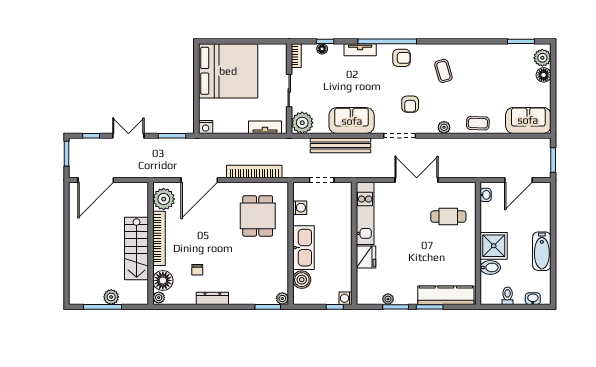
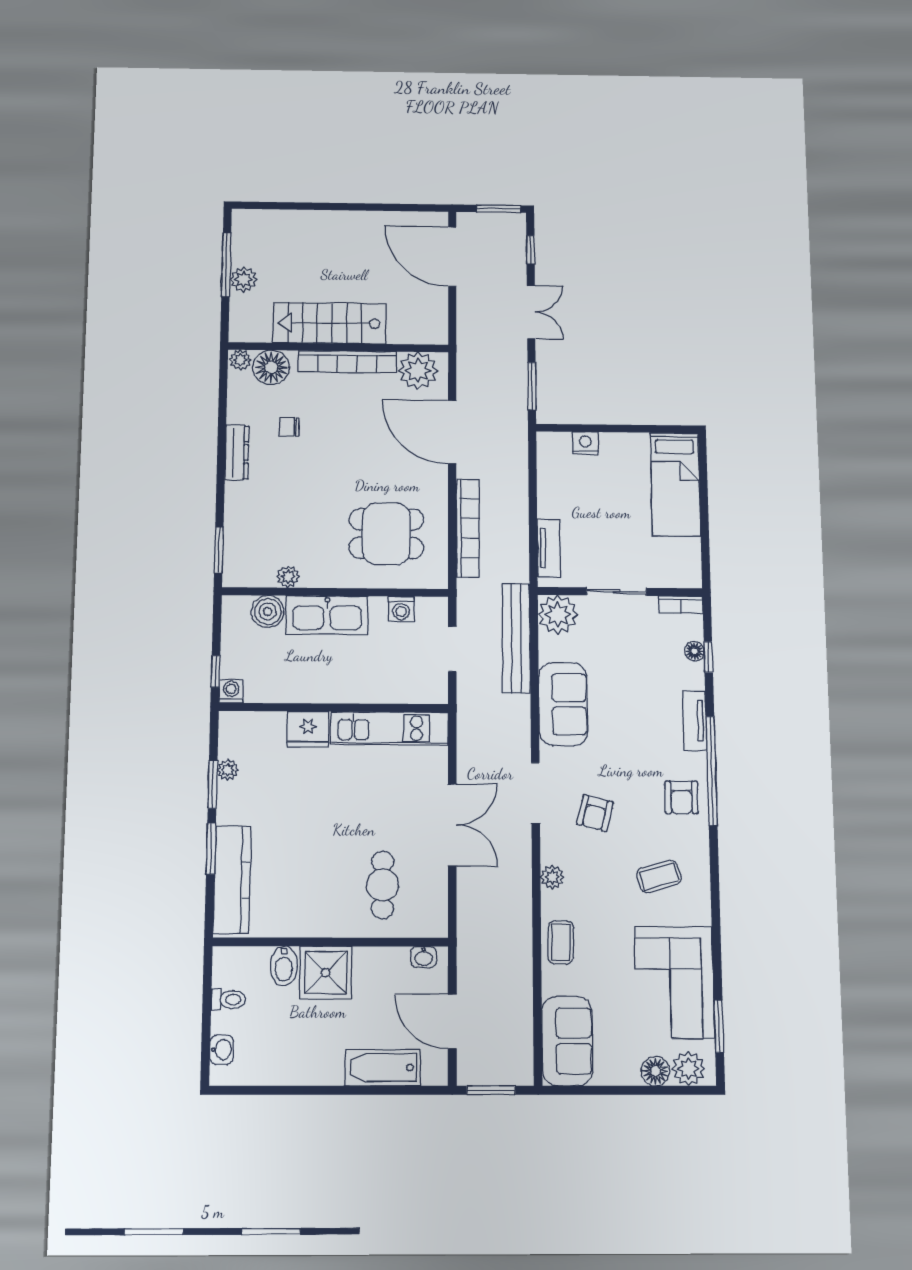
corner sofa: (498, 64) -> (674, 982), added
bed: (228, 71) -> (675, 484), width x0.49
armchair: (410, 104) -> (595, 813), turned -76
nightstand: (206, 127) -> (585, 443), moved, turned 90
bench: (341, 145) -> (516, 638), moved
bathtub: (542, 251) -> (383, 1068), moved
plant: (282, 298) -> (288, 577), moved

